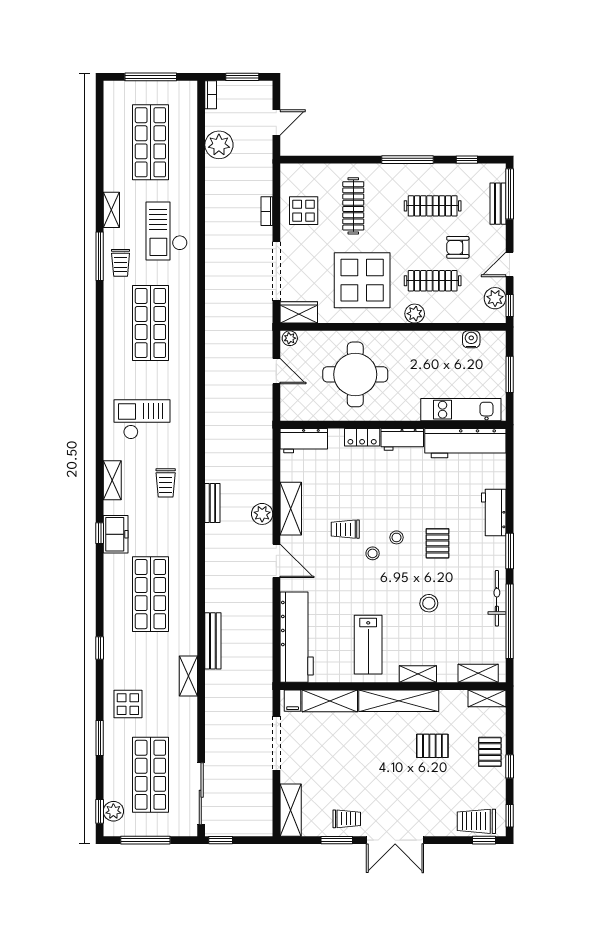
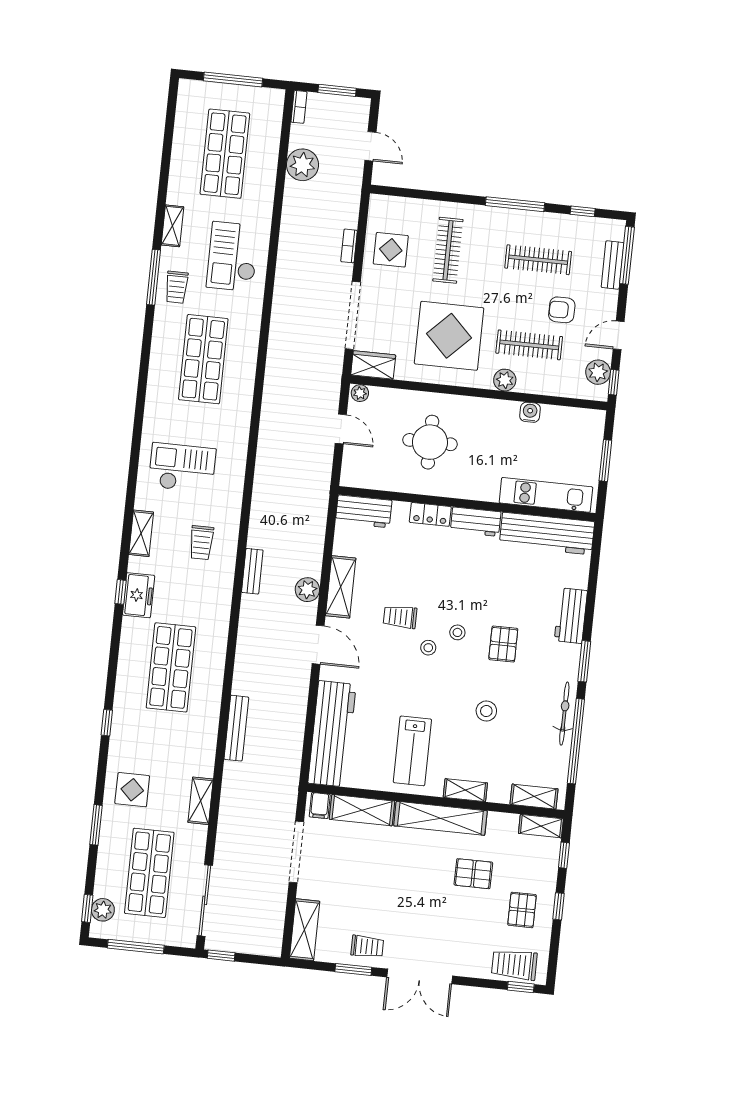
door: (276, 123) -> (370, 146), hinge flipped
water cooler: (471, 339) -> (530, 412), moved
round table: (355, 374) -> (430, 442), width x0.73, depth x0.73
shelving: (188, 676) -> (201, 801), moved
pallet: (490, 752) -> (522, 910), moved
window: (510, 816) -> (564, 855), moved

